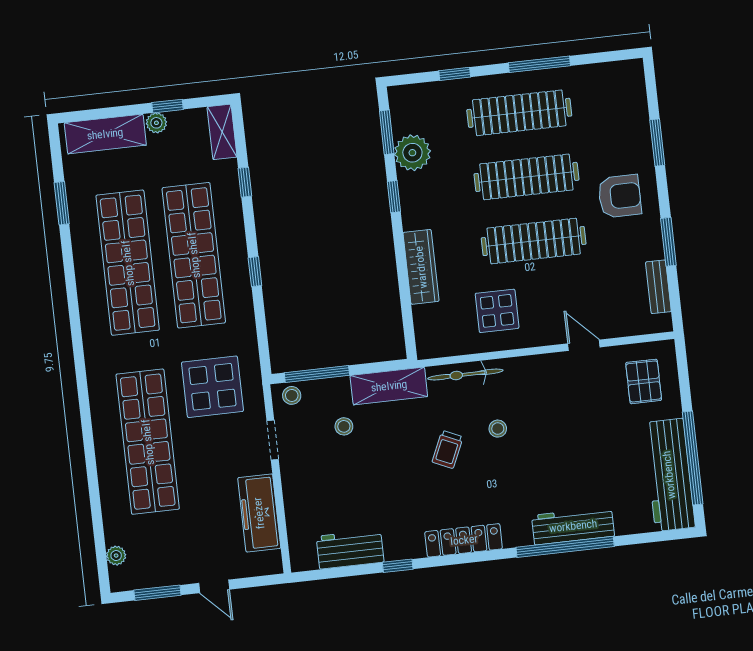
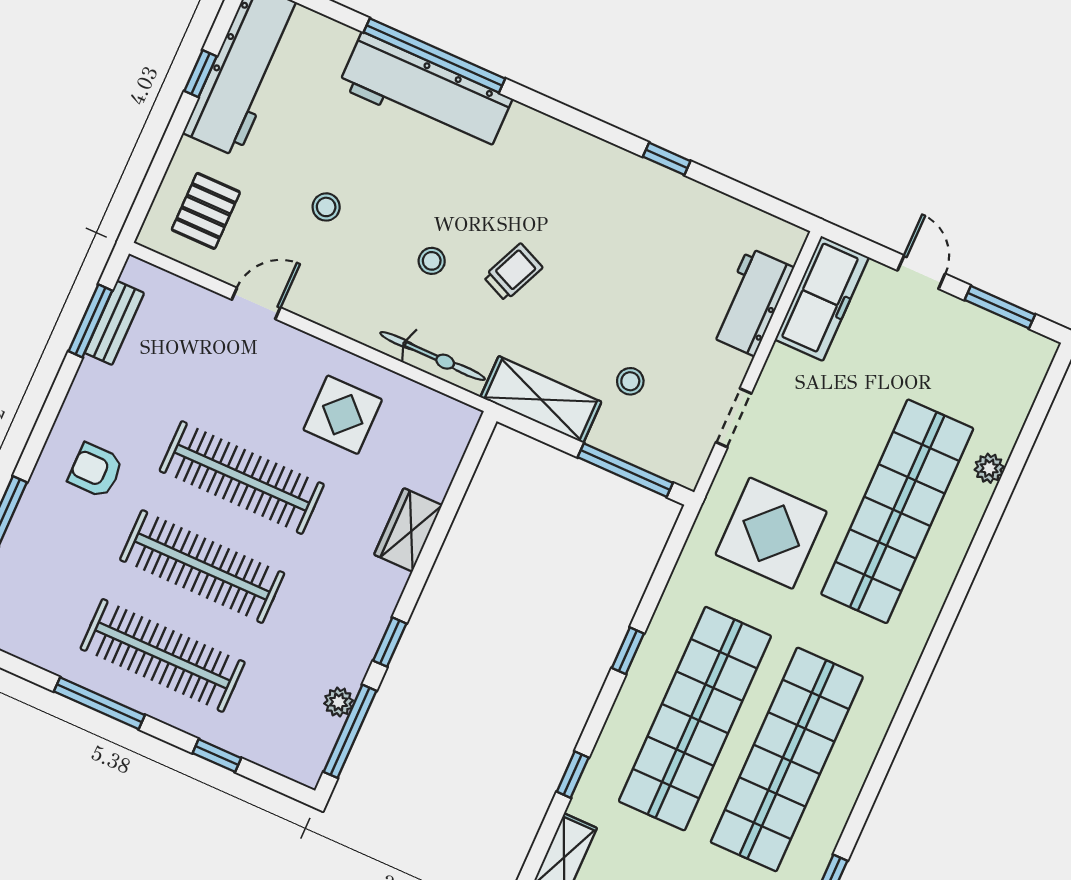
window: (387, 132) -> (350, 731), width x1.44
plant: (412, 153) -> (339, 702), width x0.53, depth x0.53
armchair: (620, 196) -> (96, 470), width x0.72, depth x0.72
window: (668, 242) -> (90, 321), moved
wardrobe: (421, 267) -> (408, 530), width x0.67
door: (584, 345) -> (256, 304), swing flipped
stool: (292, 395) -> (326, 207), moved
window: (693, 458) -> (200, 74), width x0.32
freezer: (259, 513) -> (822, 298), moved
workbench: (573, 526) -> (425, 93), width x1.36, depth x1.32
locker: (464, 540) -> (562, 142), removed
workbench: (350, 549) -> (751, 302), moved, turned 90
plant: (116, 556) -> (989, 468), moved

